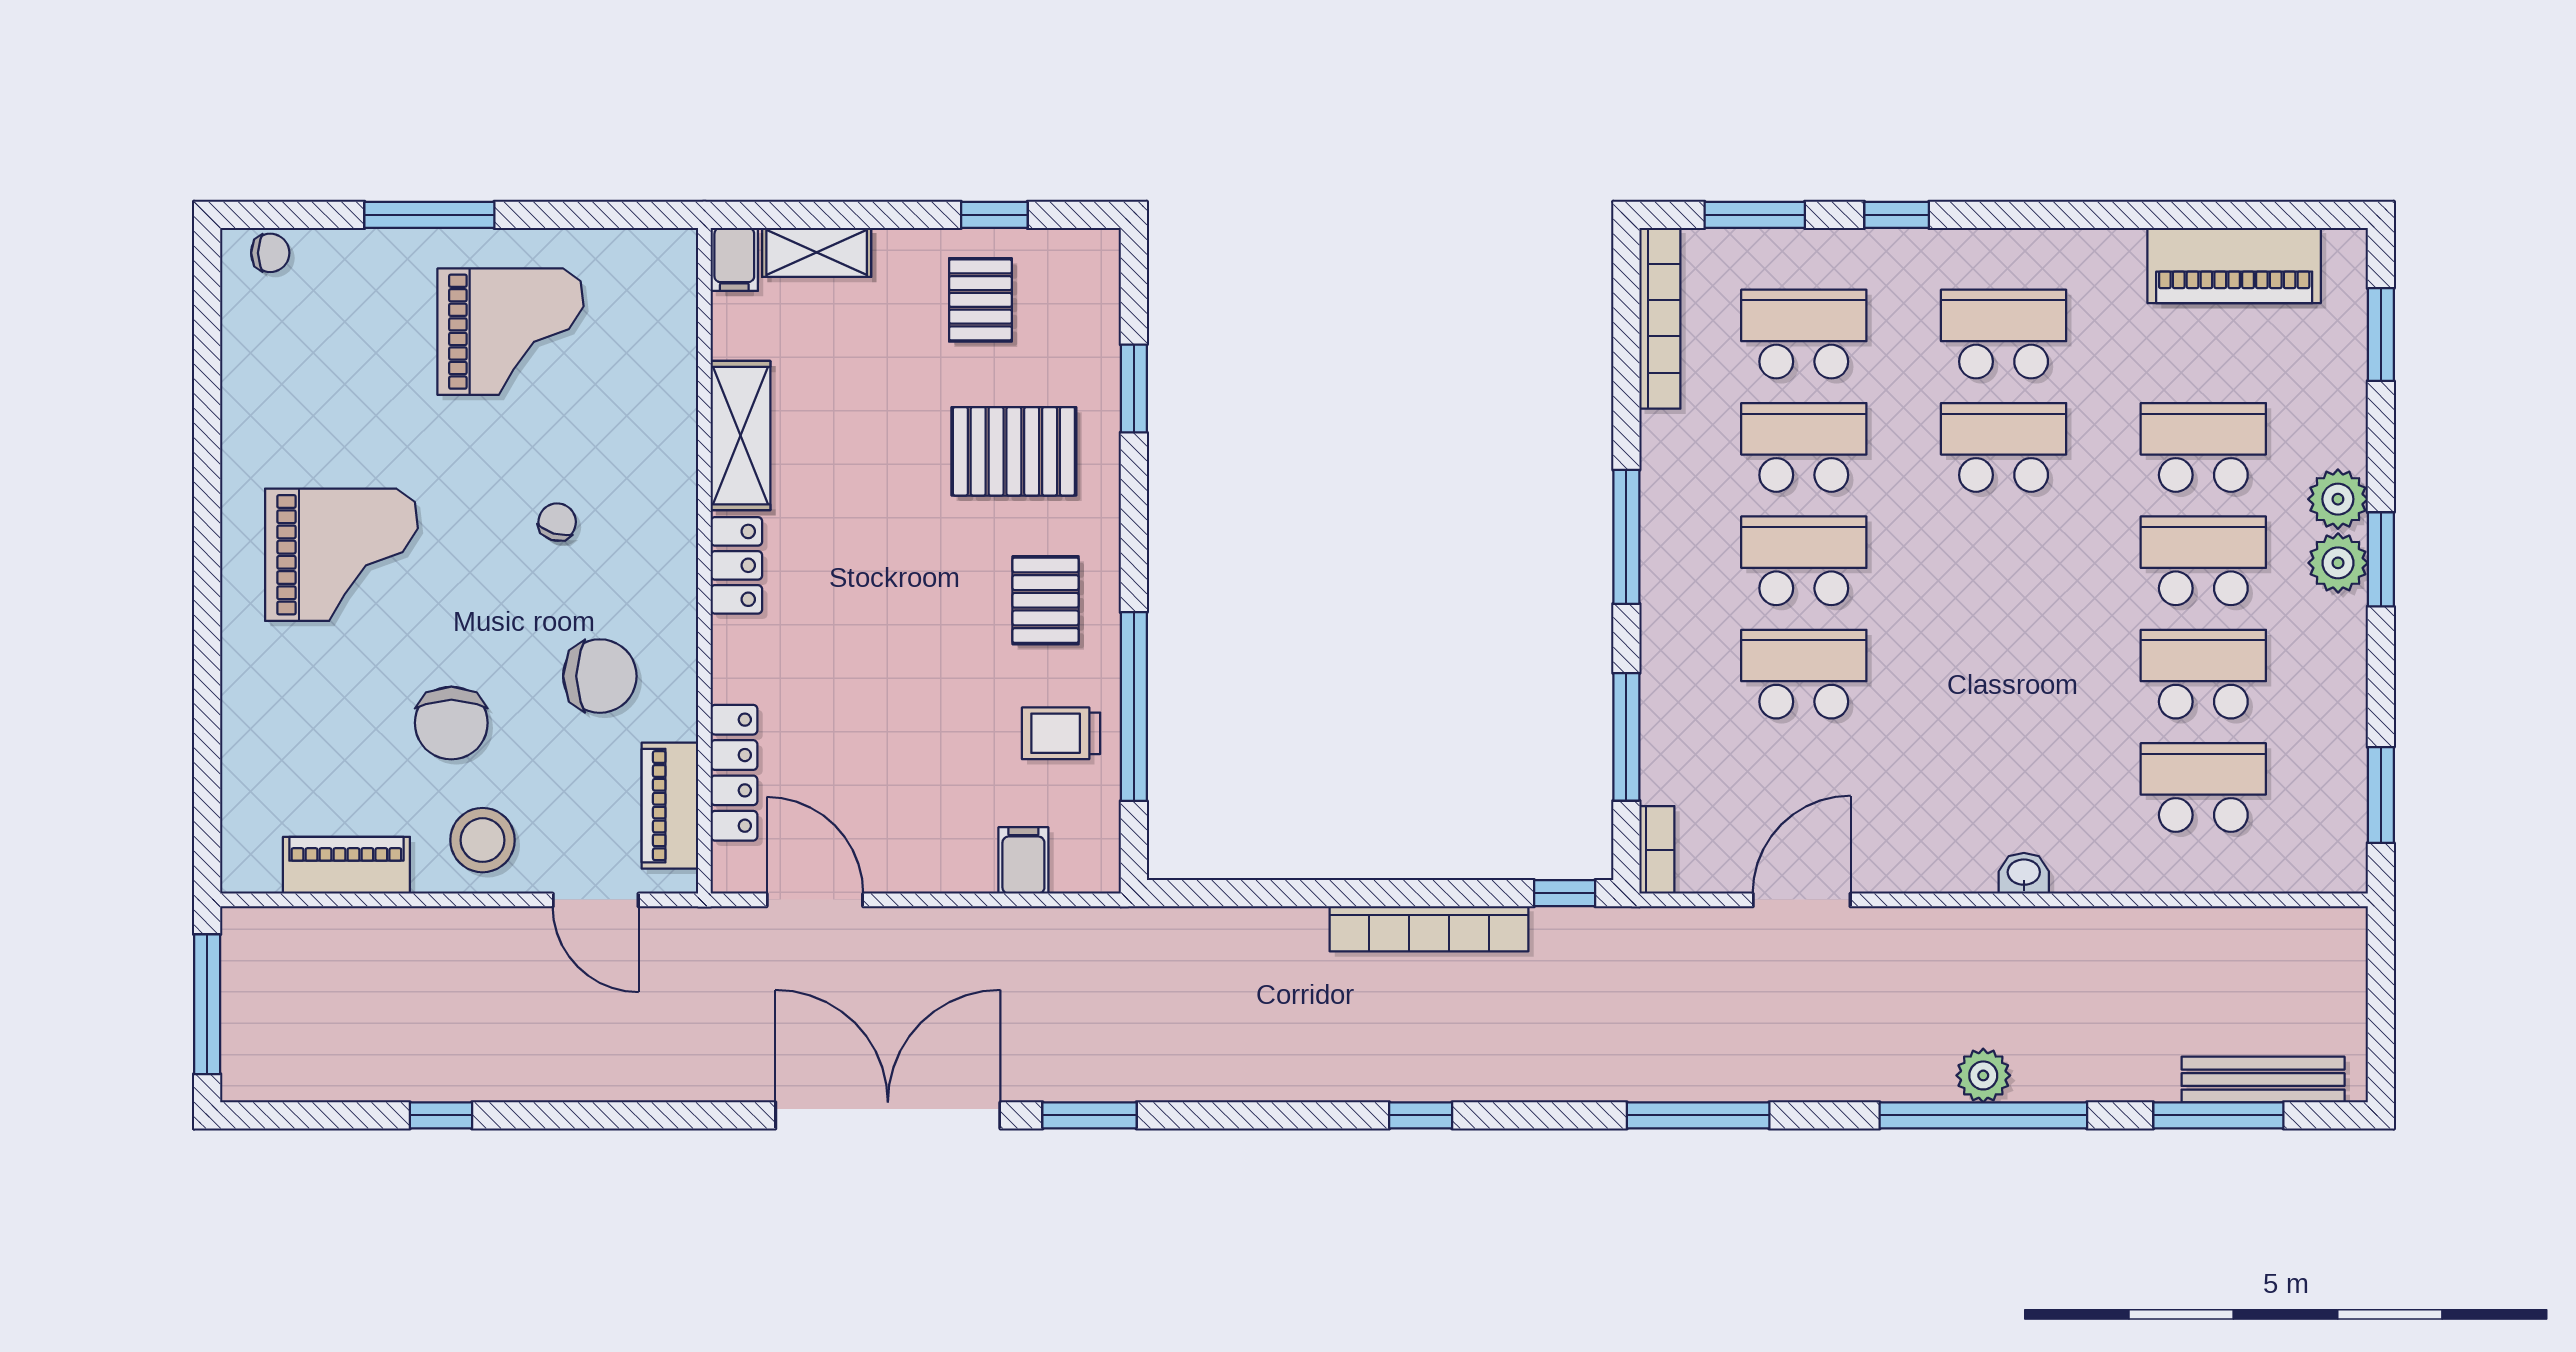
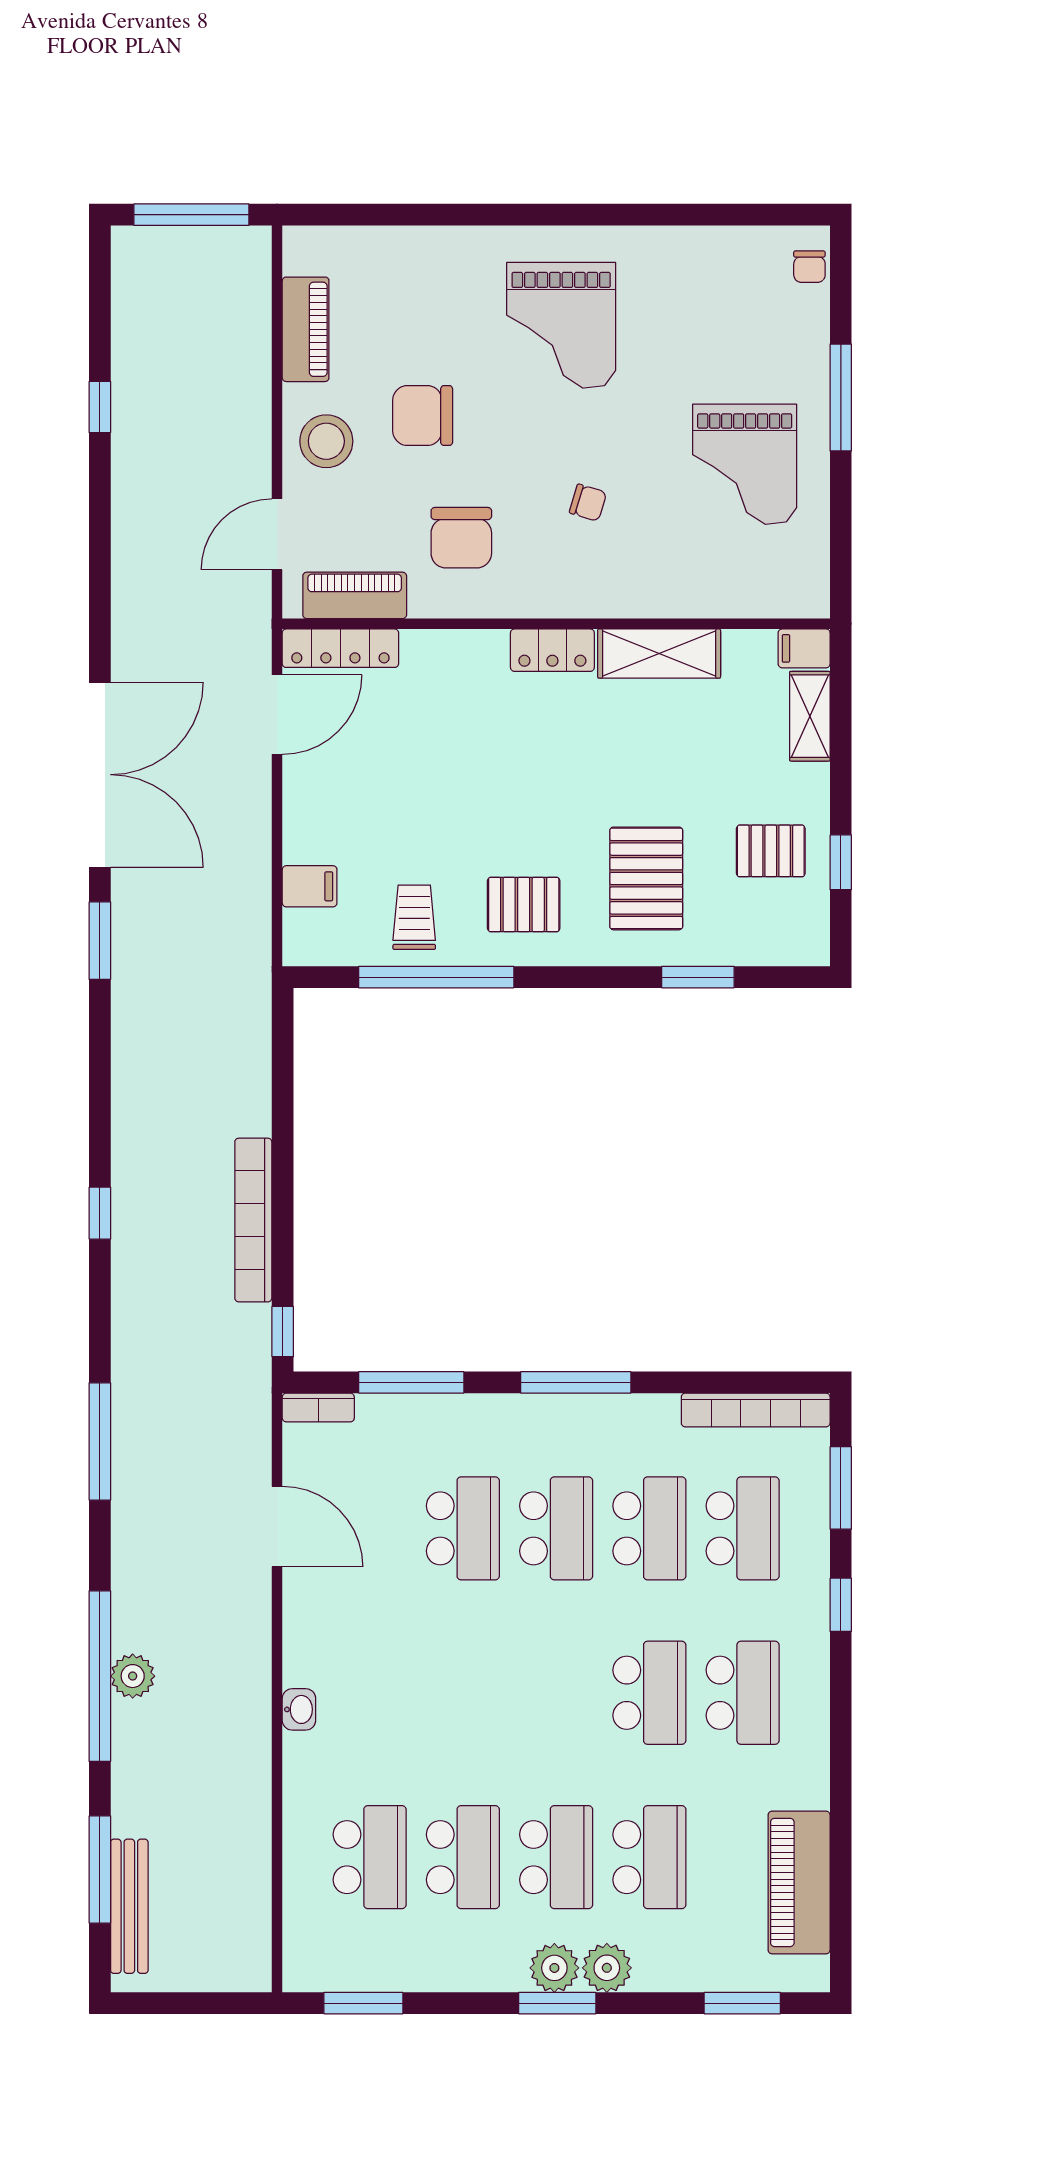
locker: (734, 773) -> (340, 648), moved

